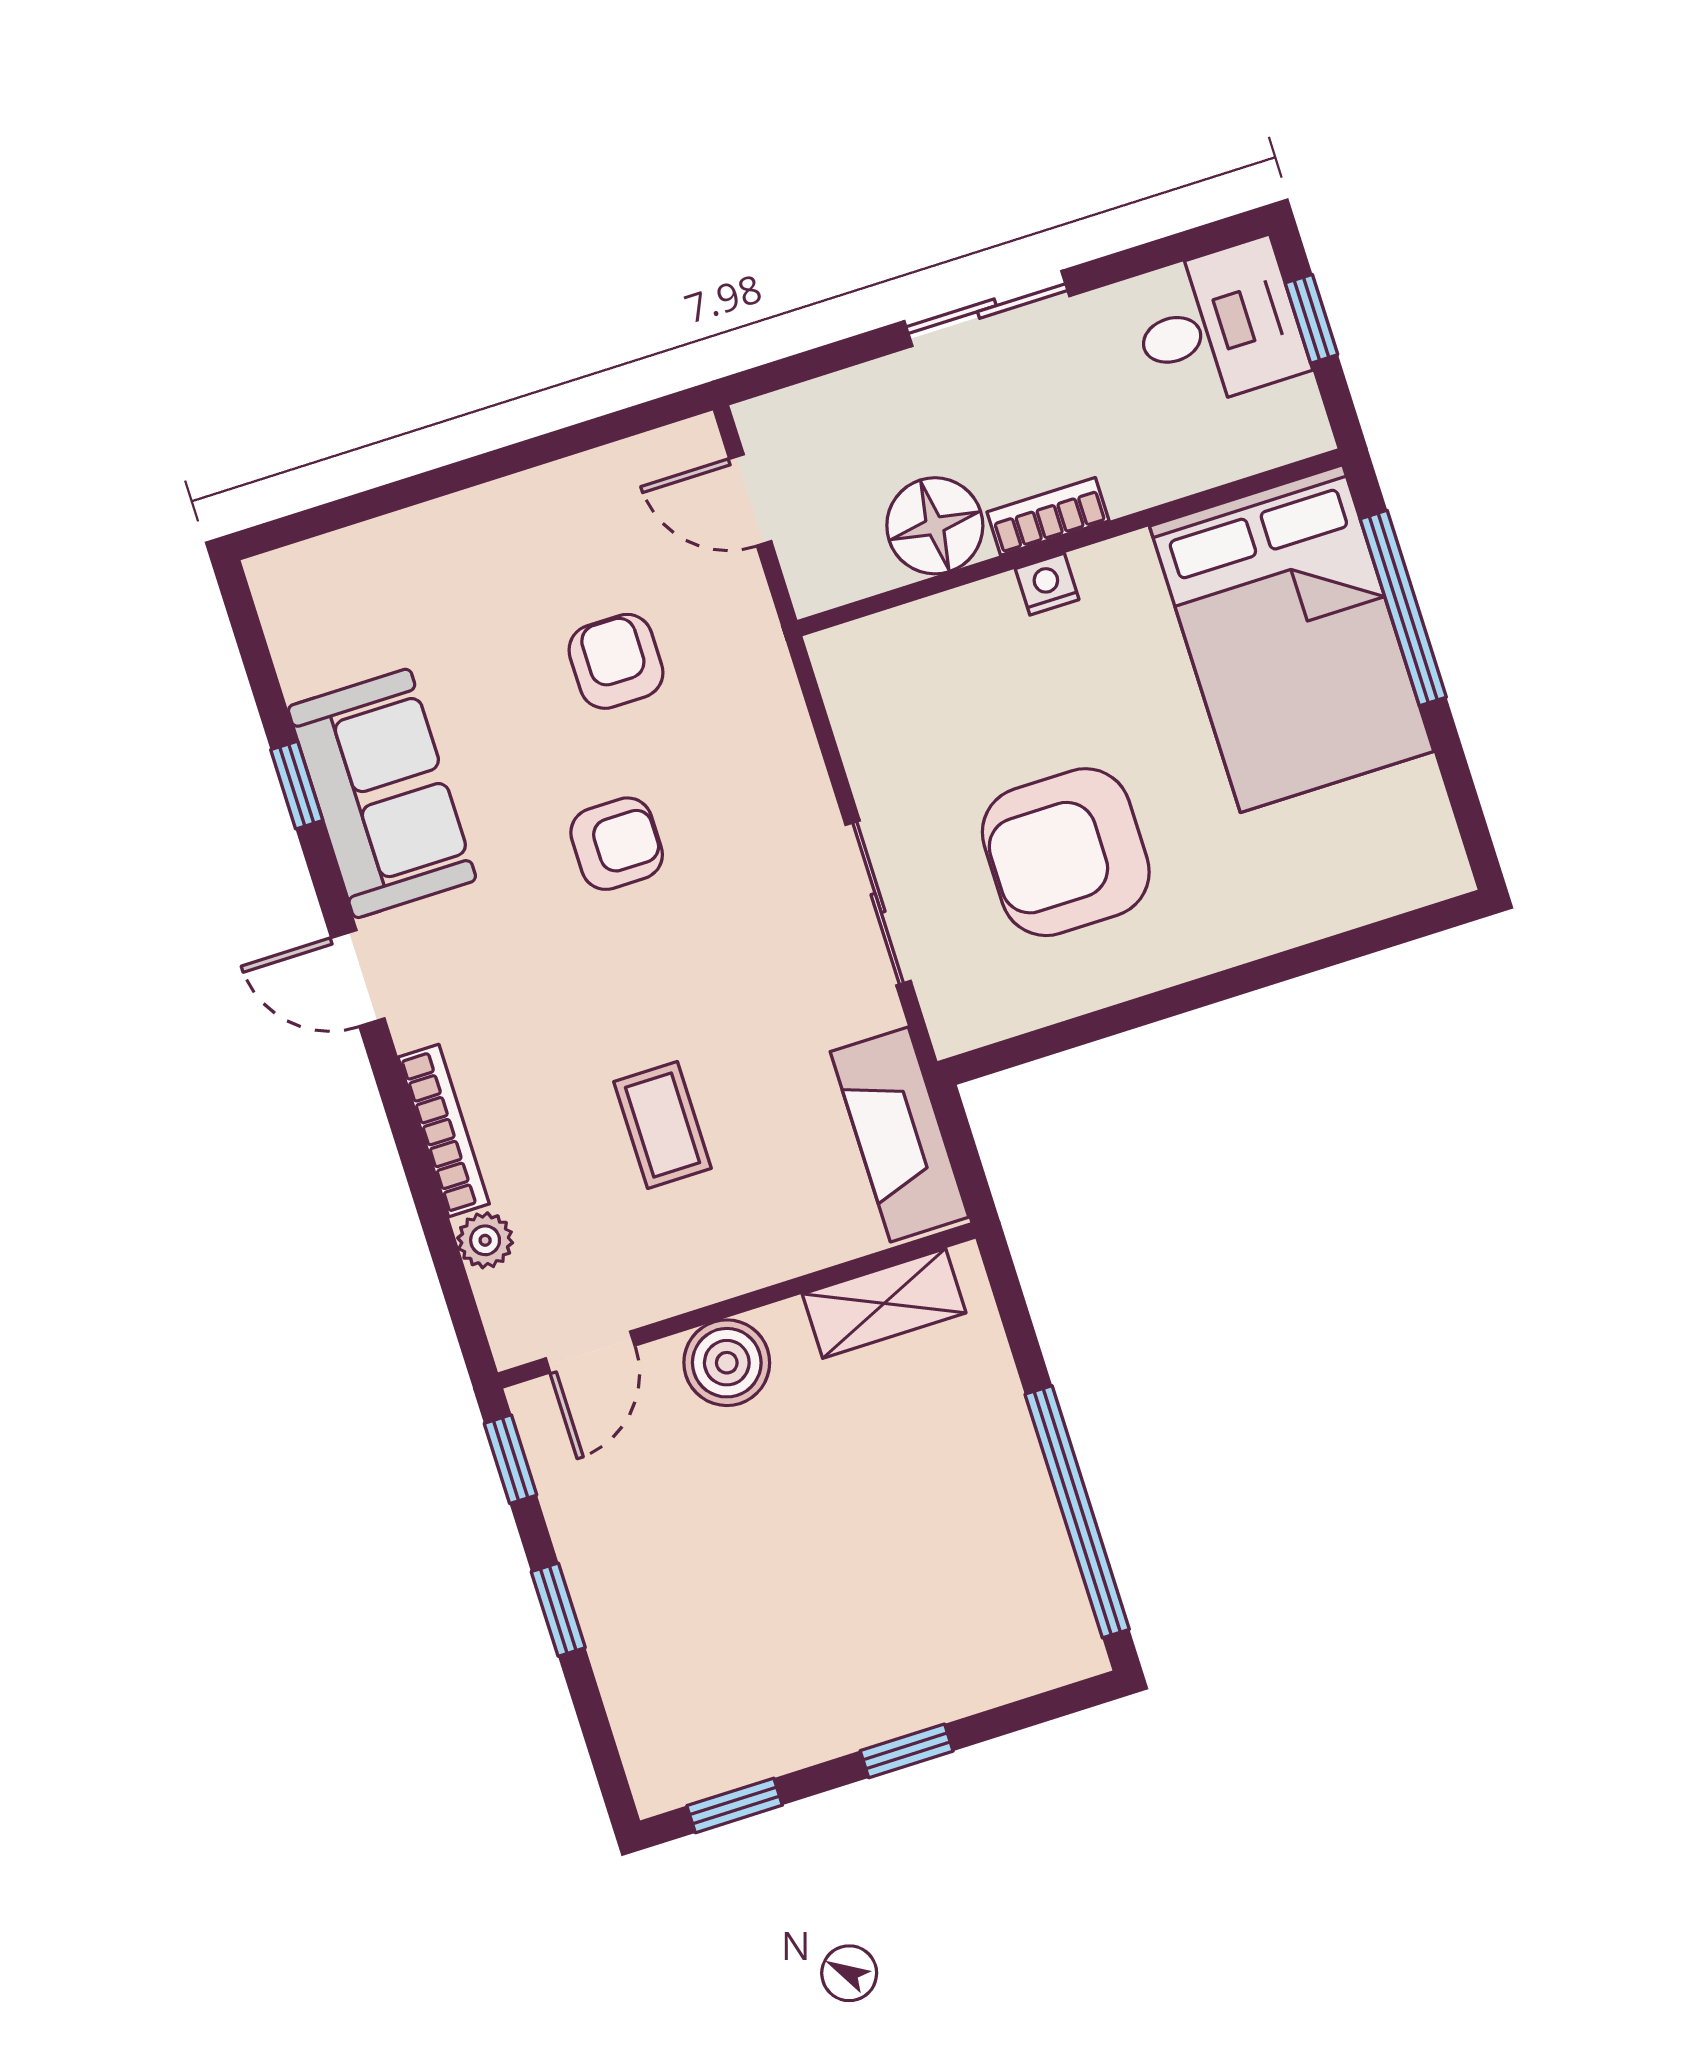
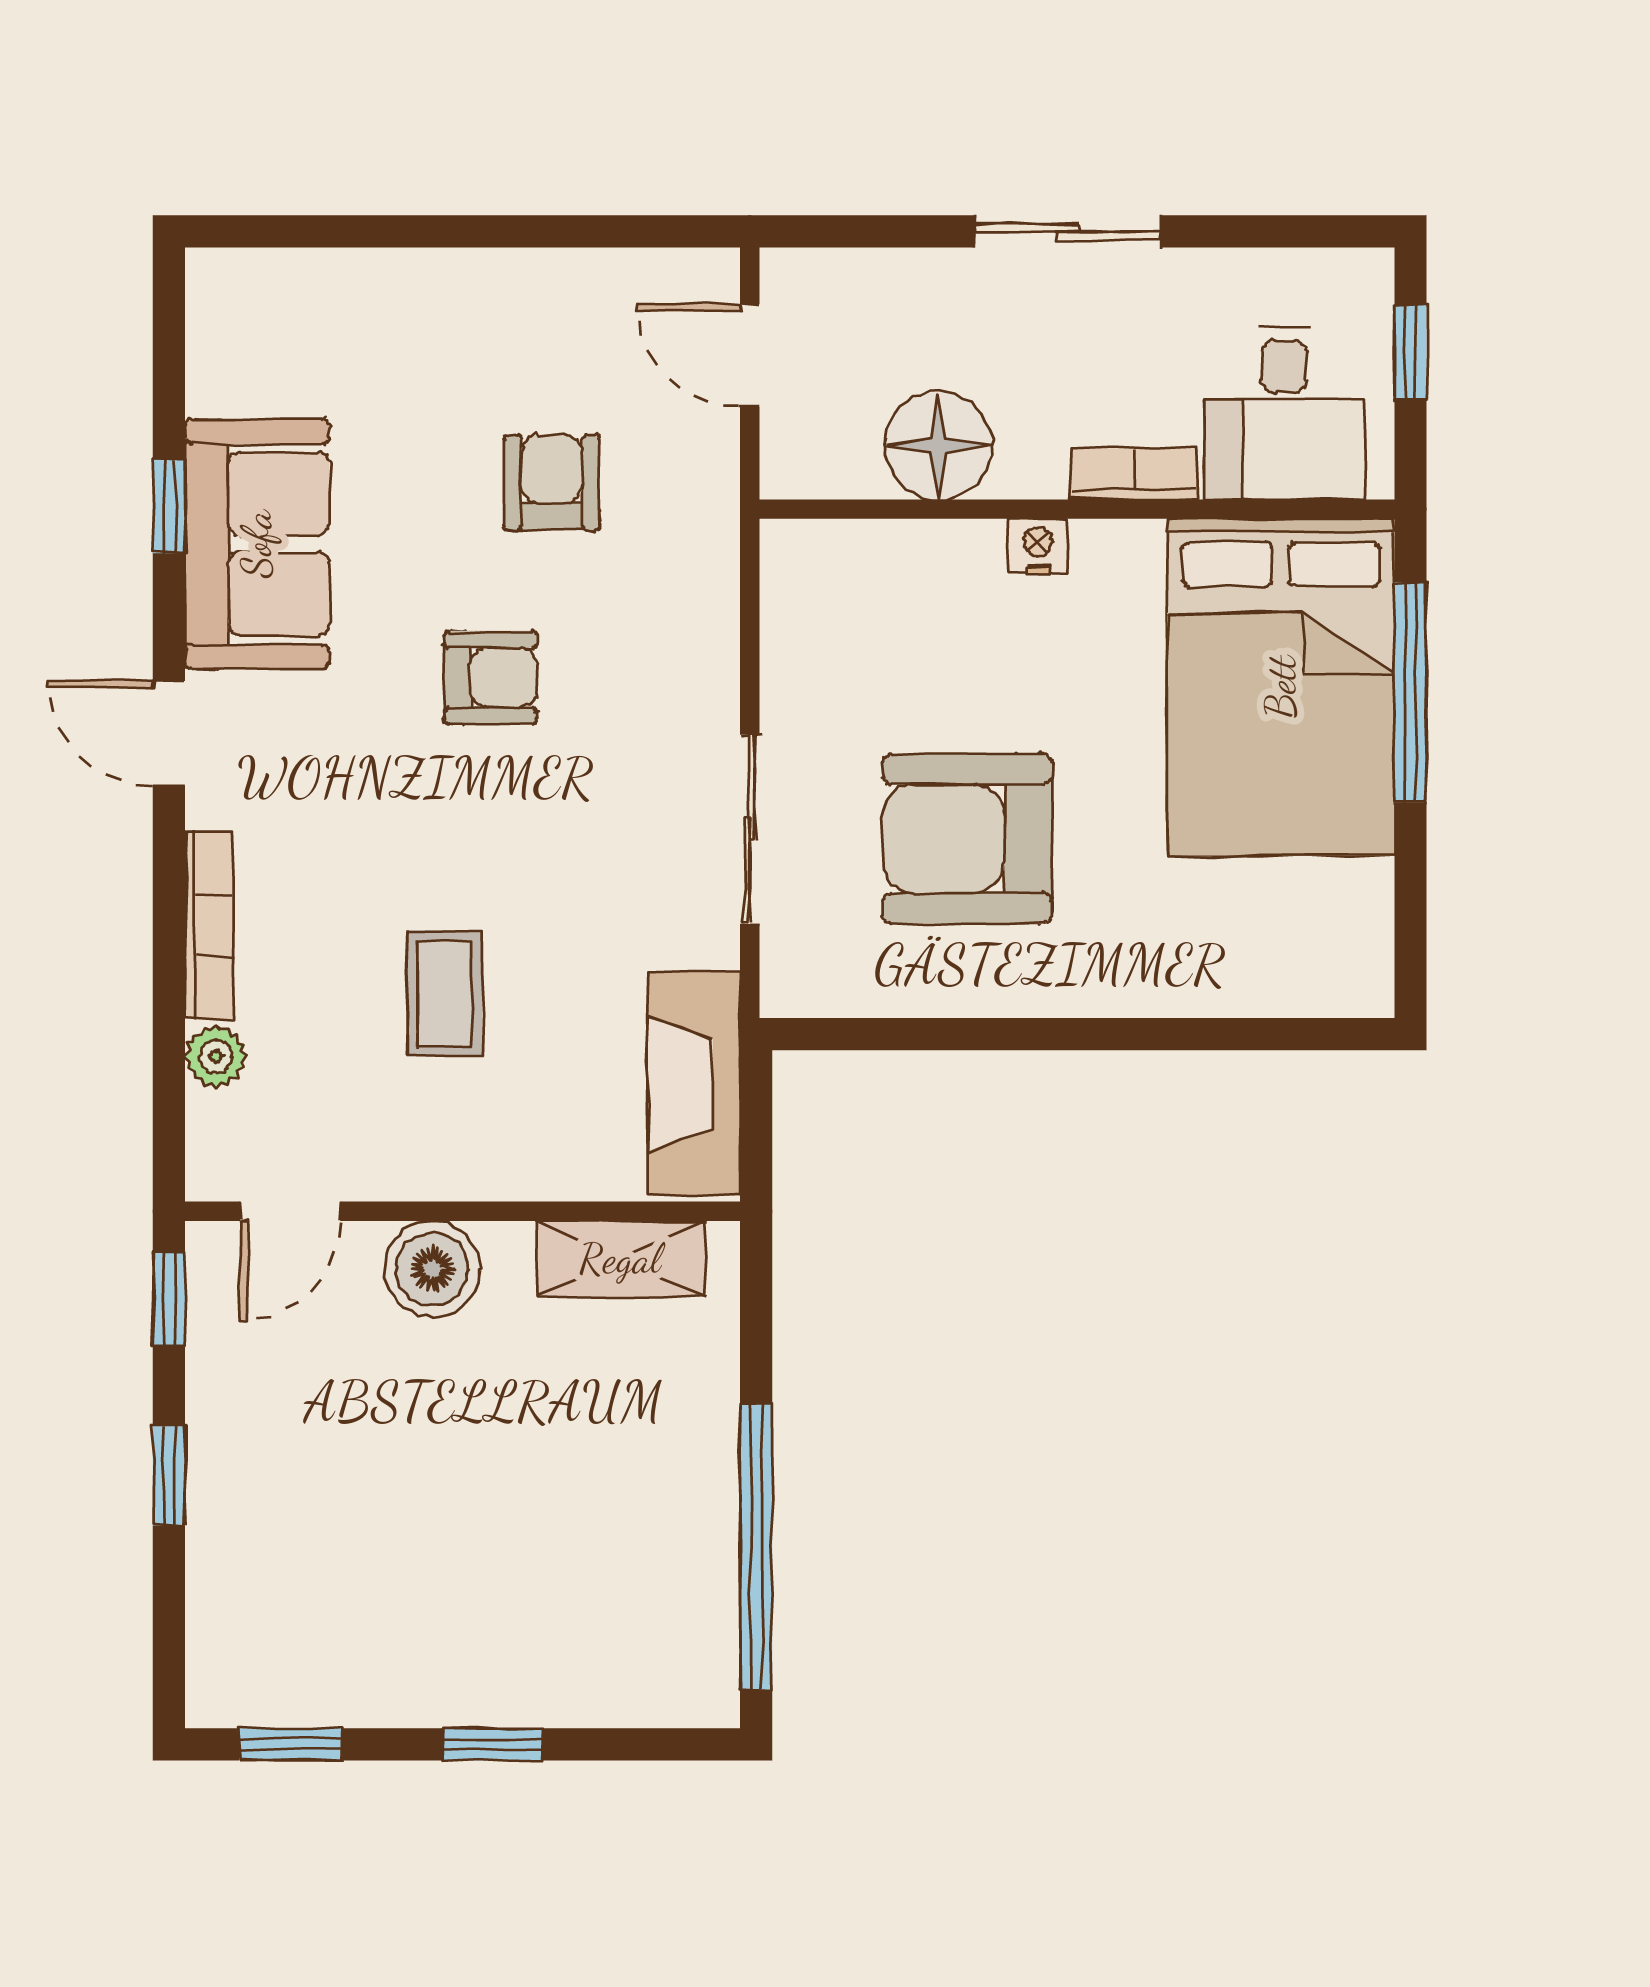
desk: (1218, 325) -> (1284, 413), moved, turned 90
bookcase: (1048, 516) -> (1134, 474), moved

